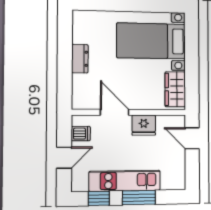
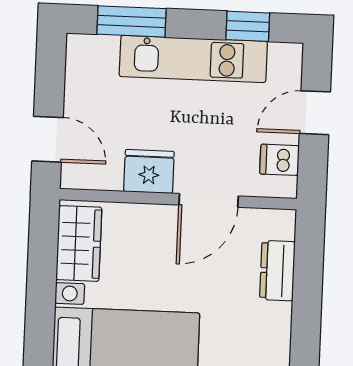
dresser: (80, 59) -> (277, 271), moved
door: (115, 112) -> (209, 200), hinge flipped
window: (139, 198) -> (132, 21), moved

